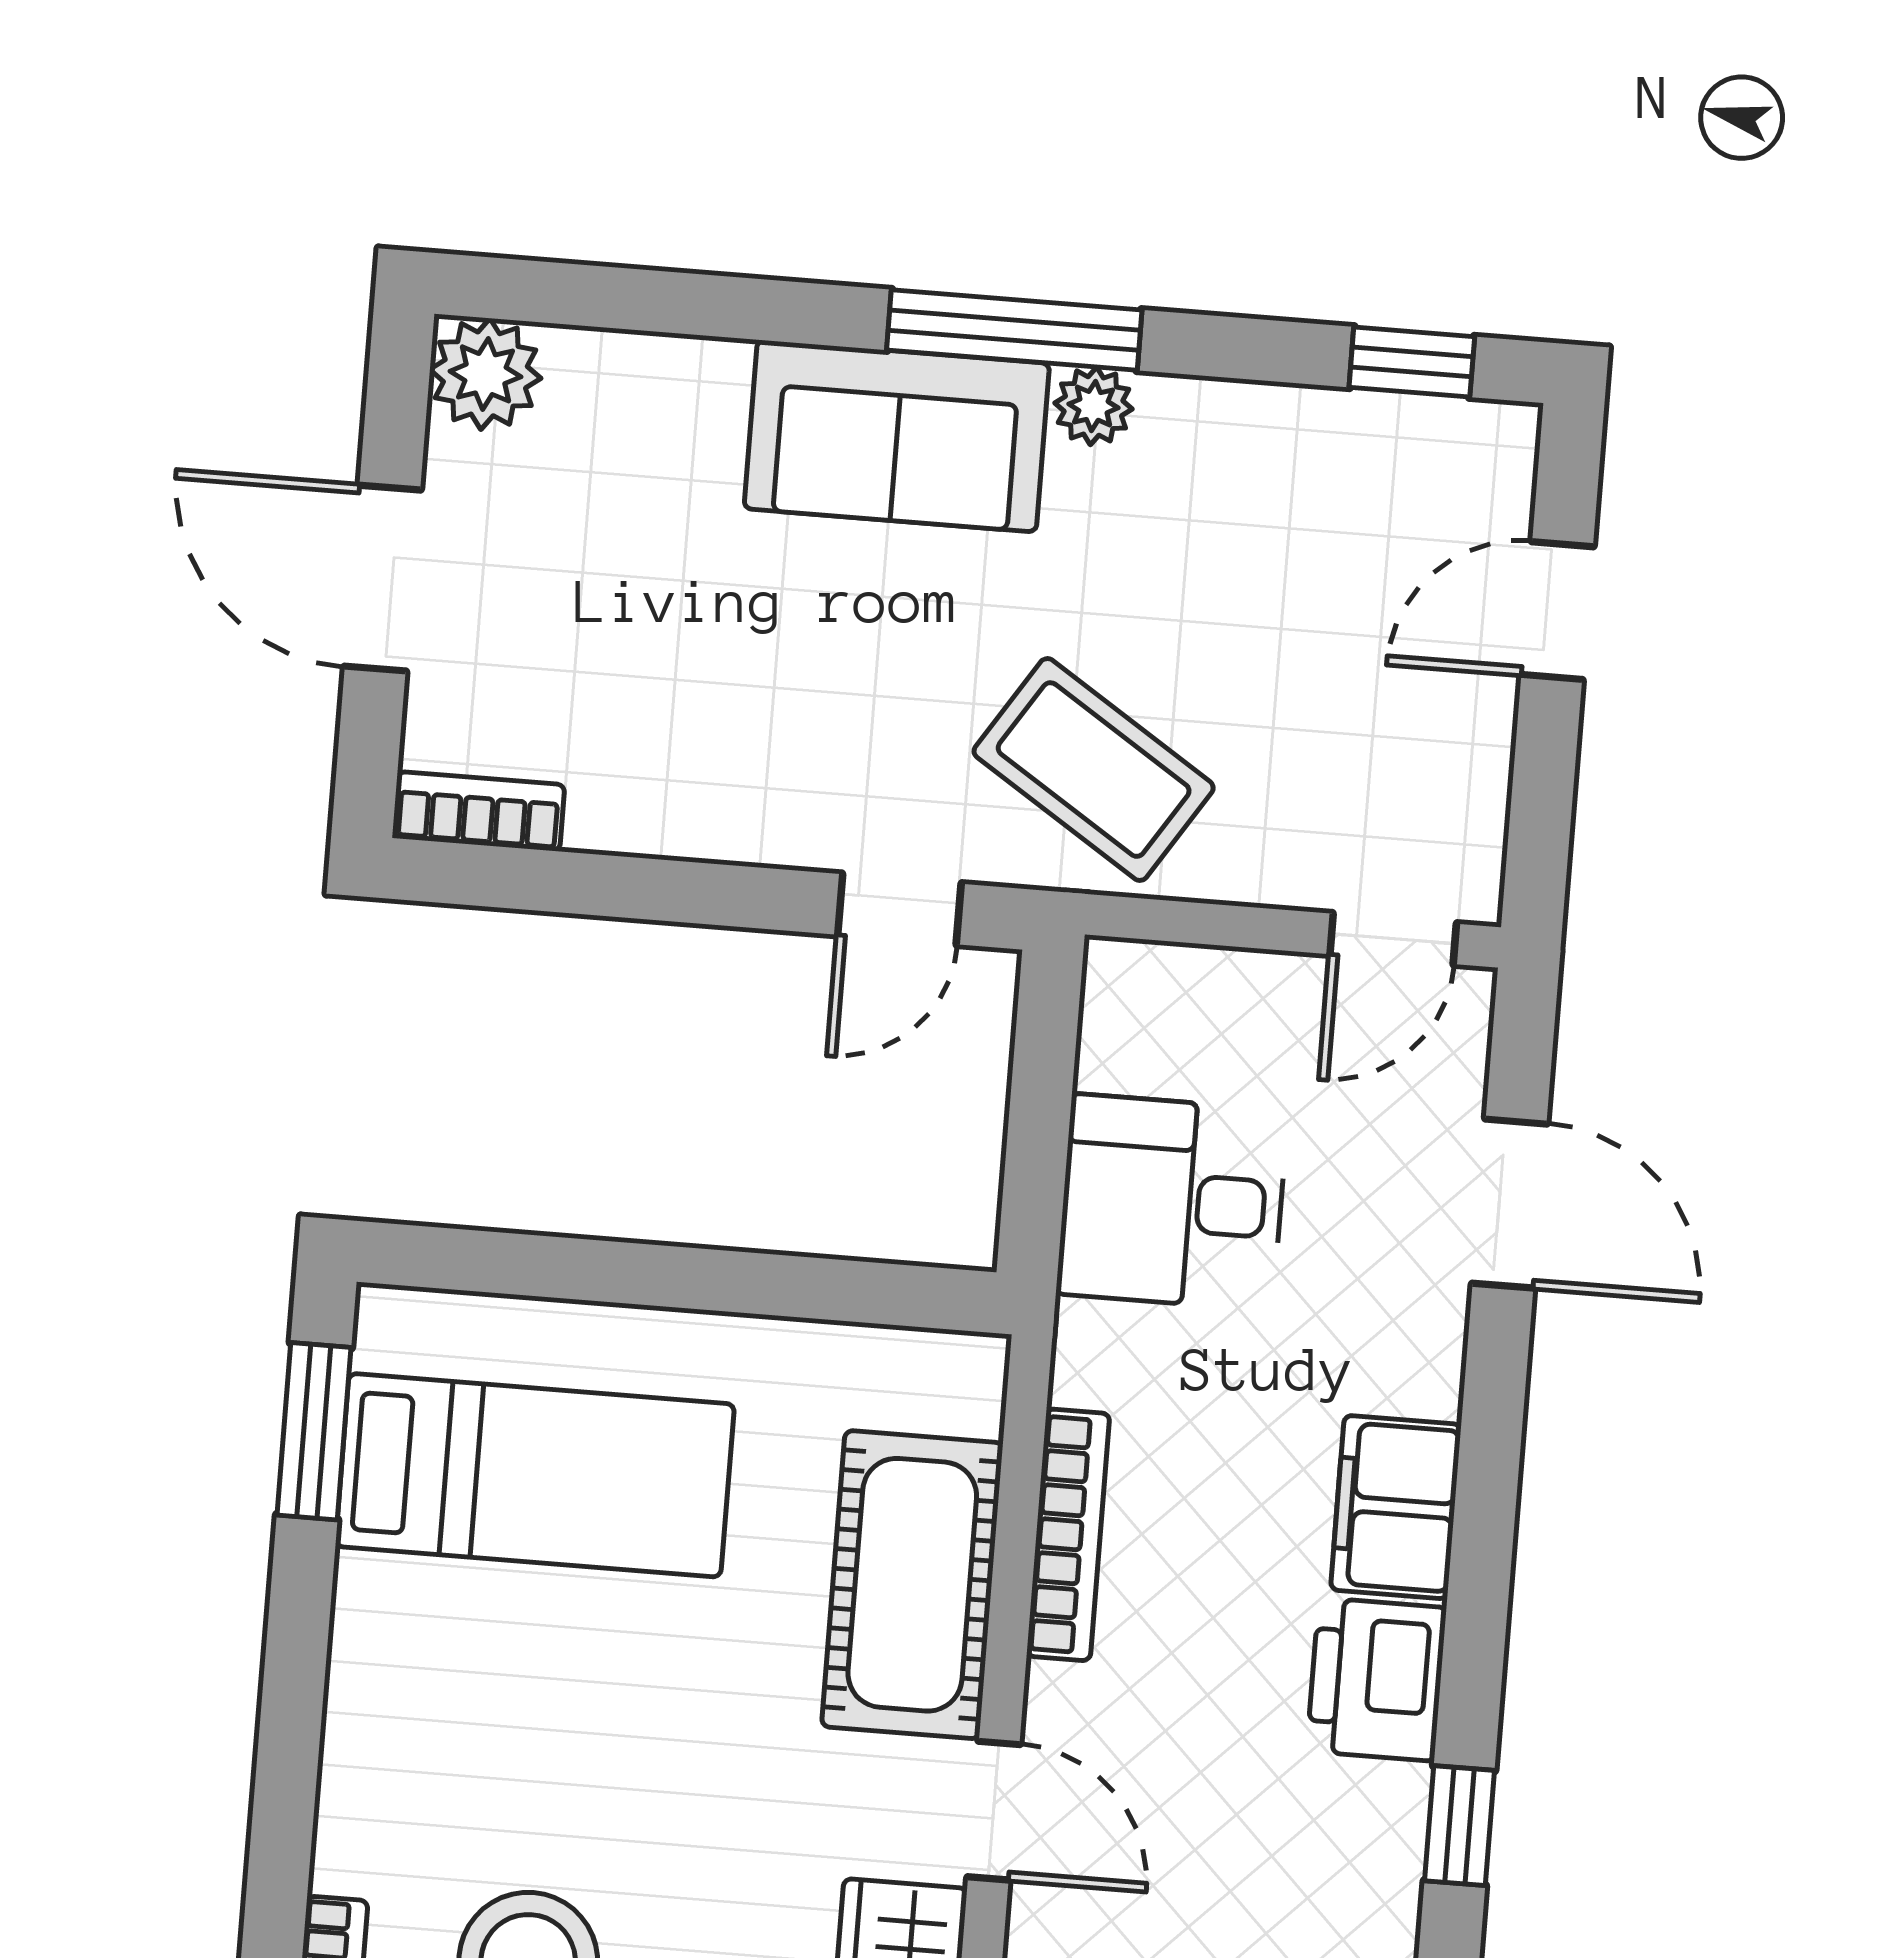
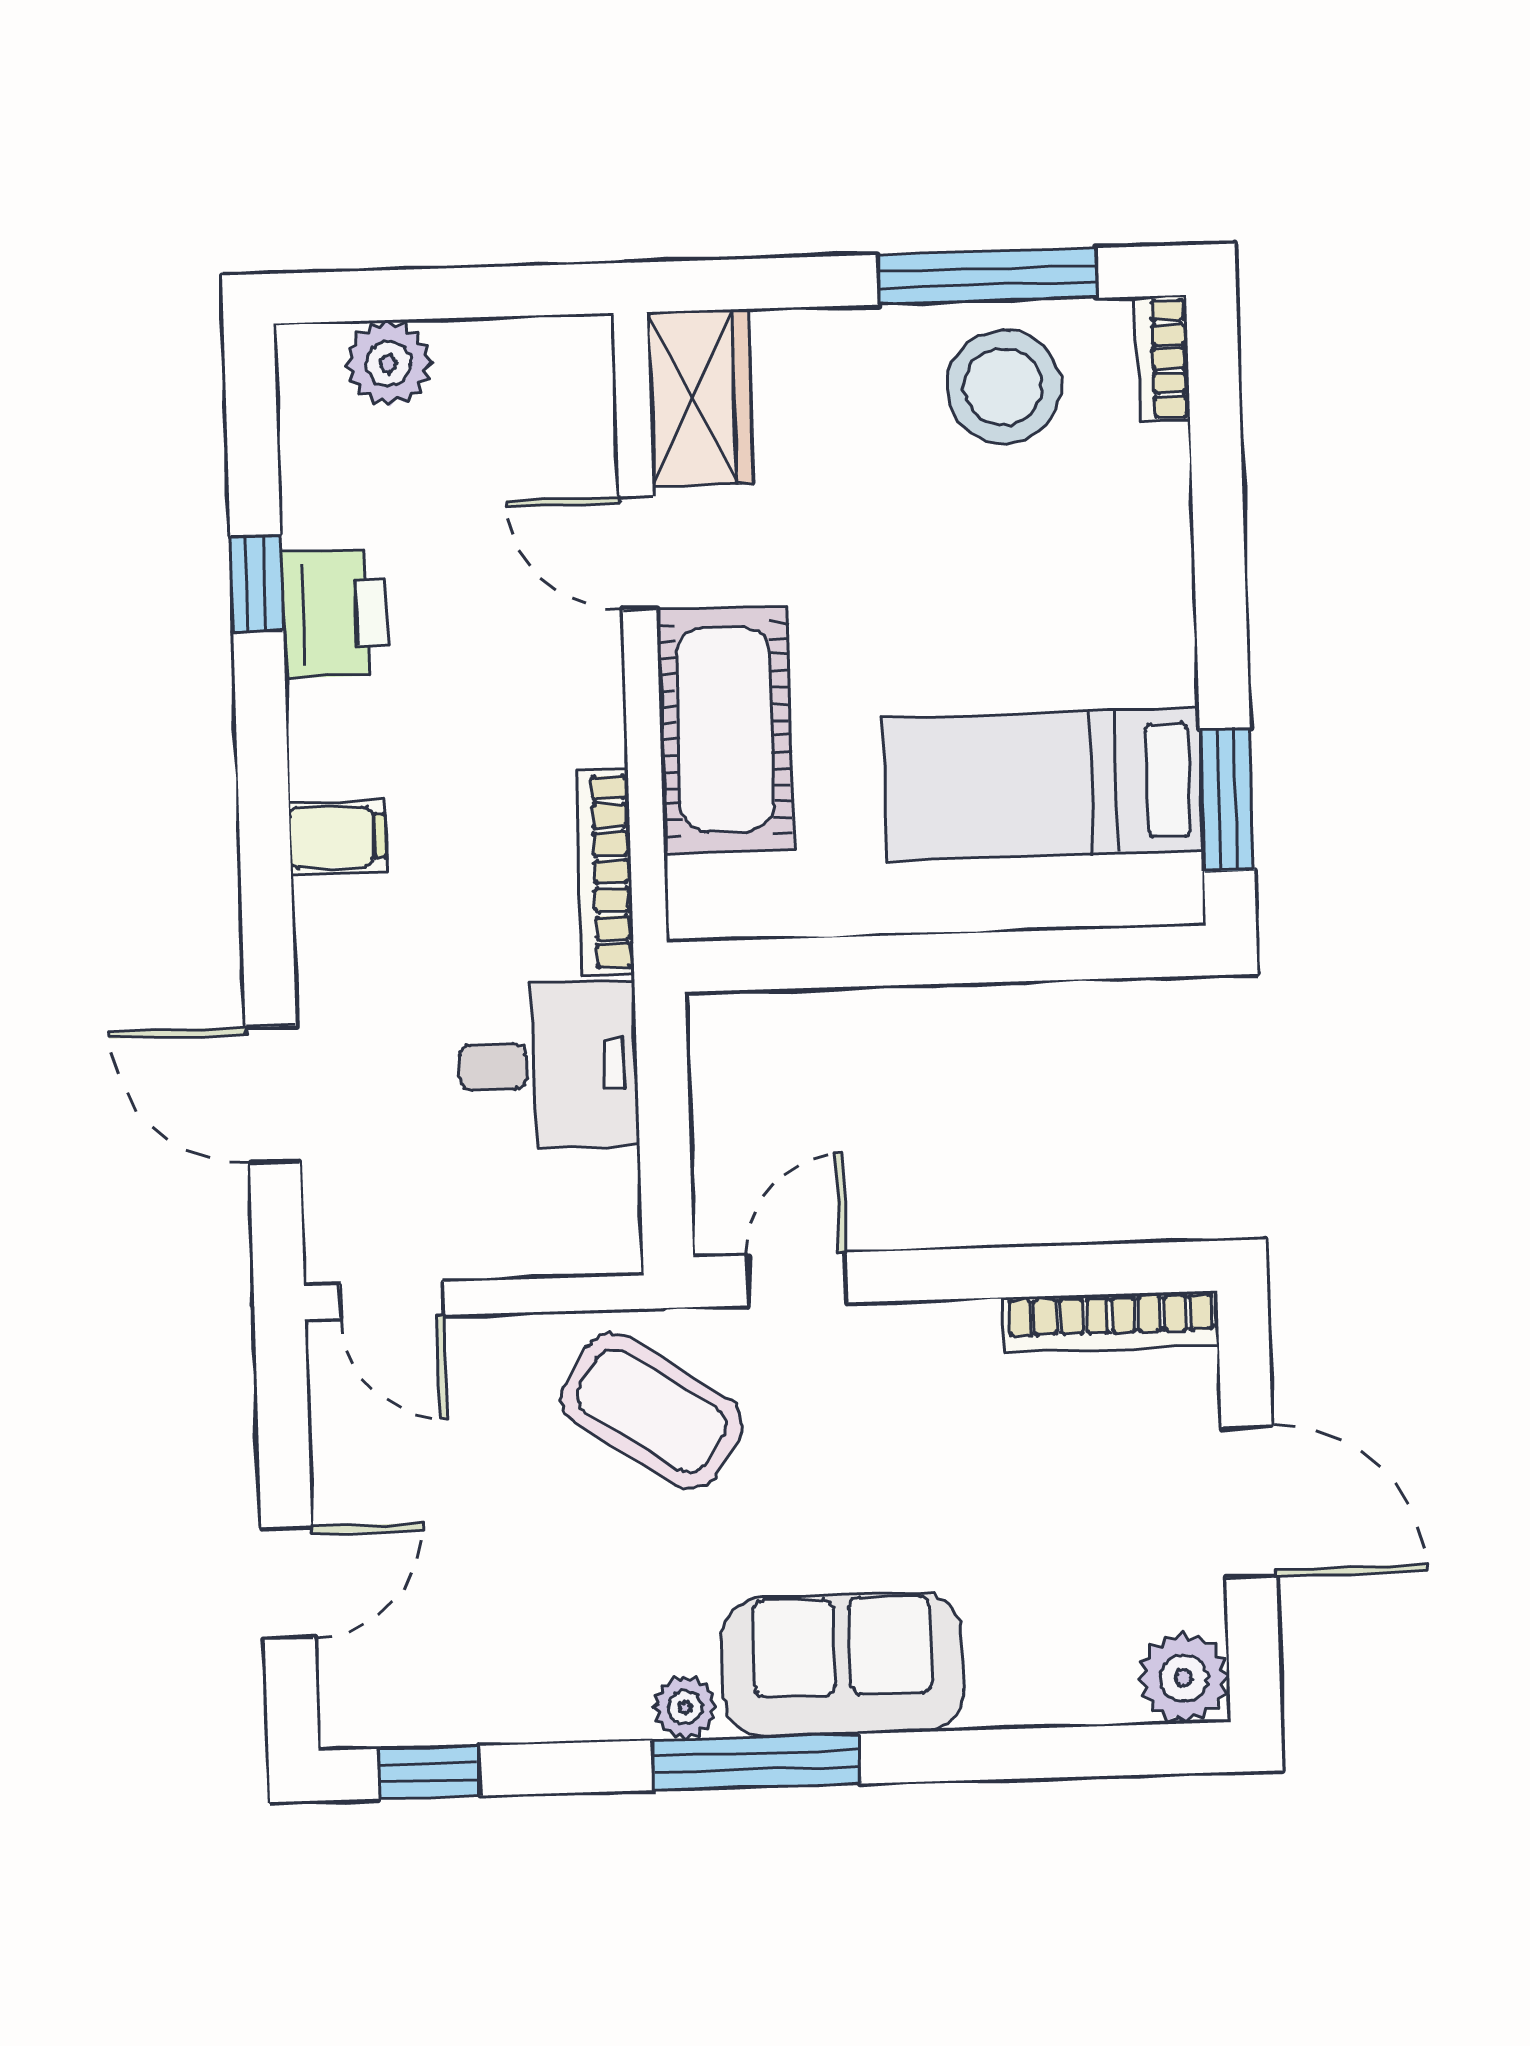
bookcase: (479, 811) -> (1111, 1322), width x1.56
door: (1393, 939) -> (392, 1300), swing flipped
filing cabinet: (1396, 1507) -> (338, 837), width x0.50
bookcase: (1068, 1535) -> (605, 872), moved
printer: (1377, 1679) -> (335, 613), moved

